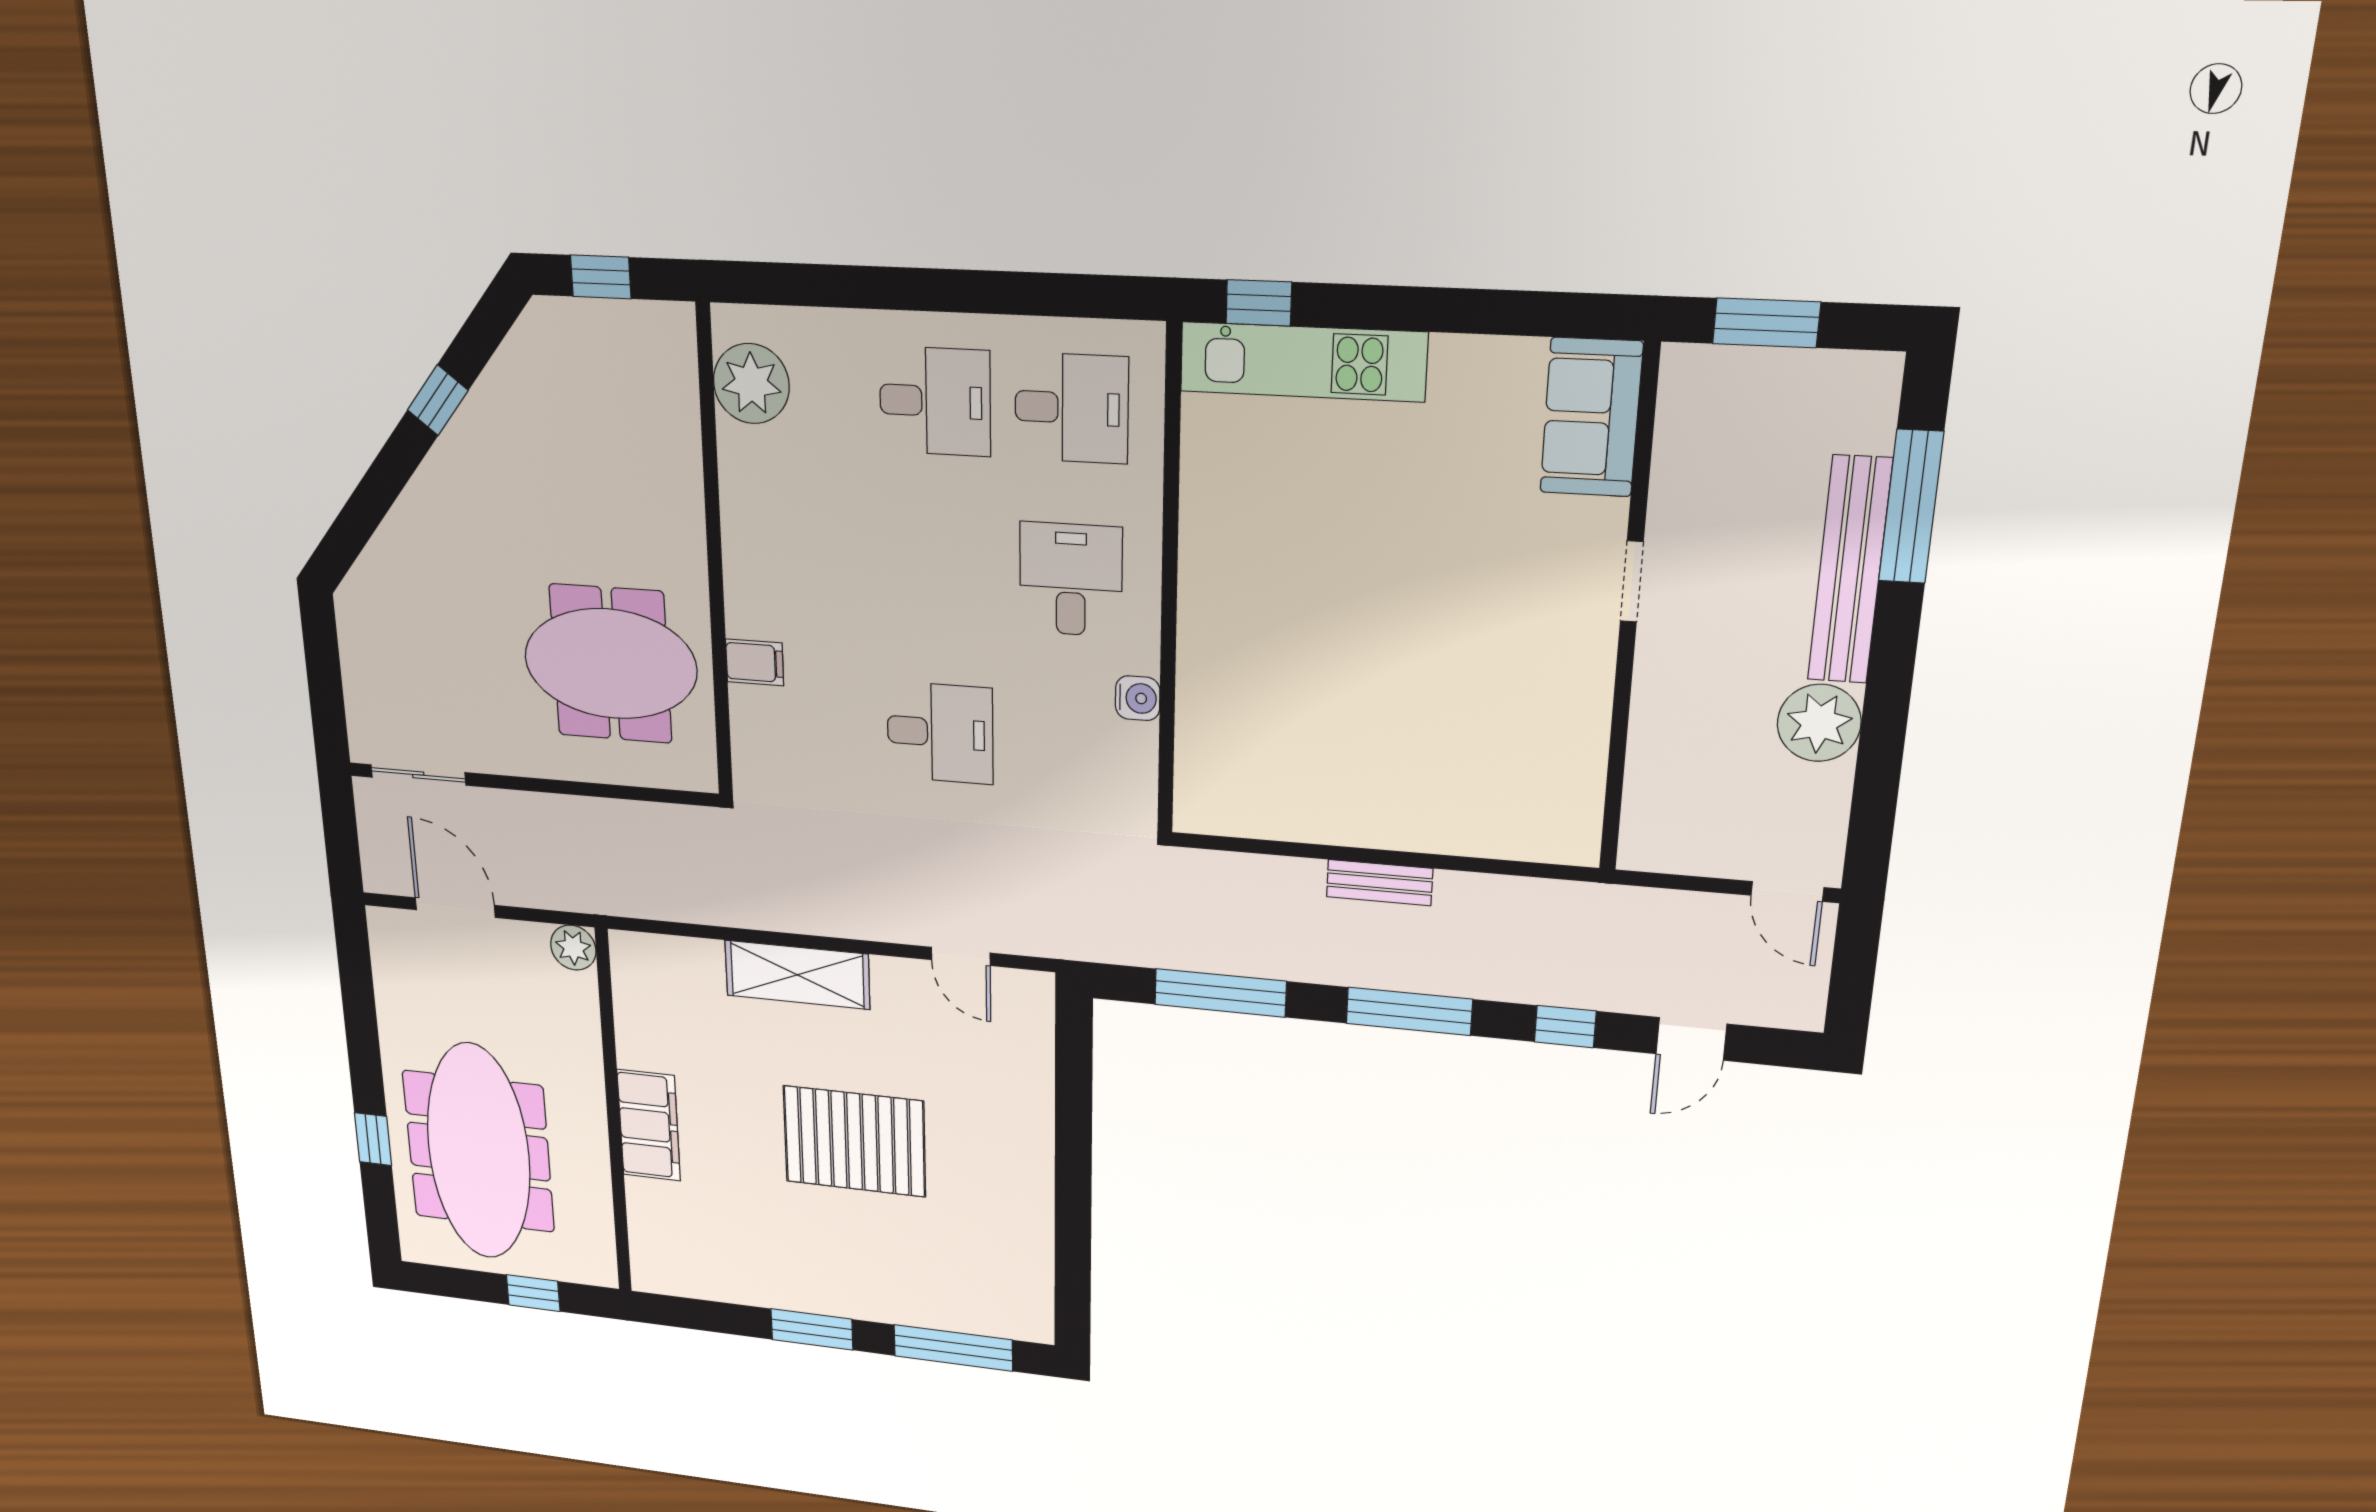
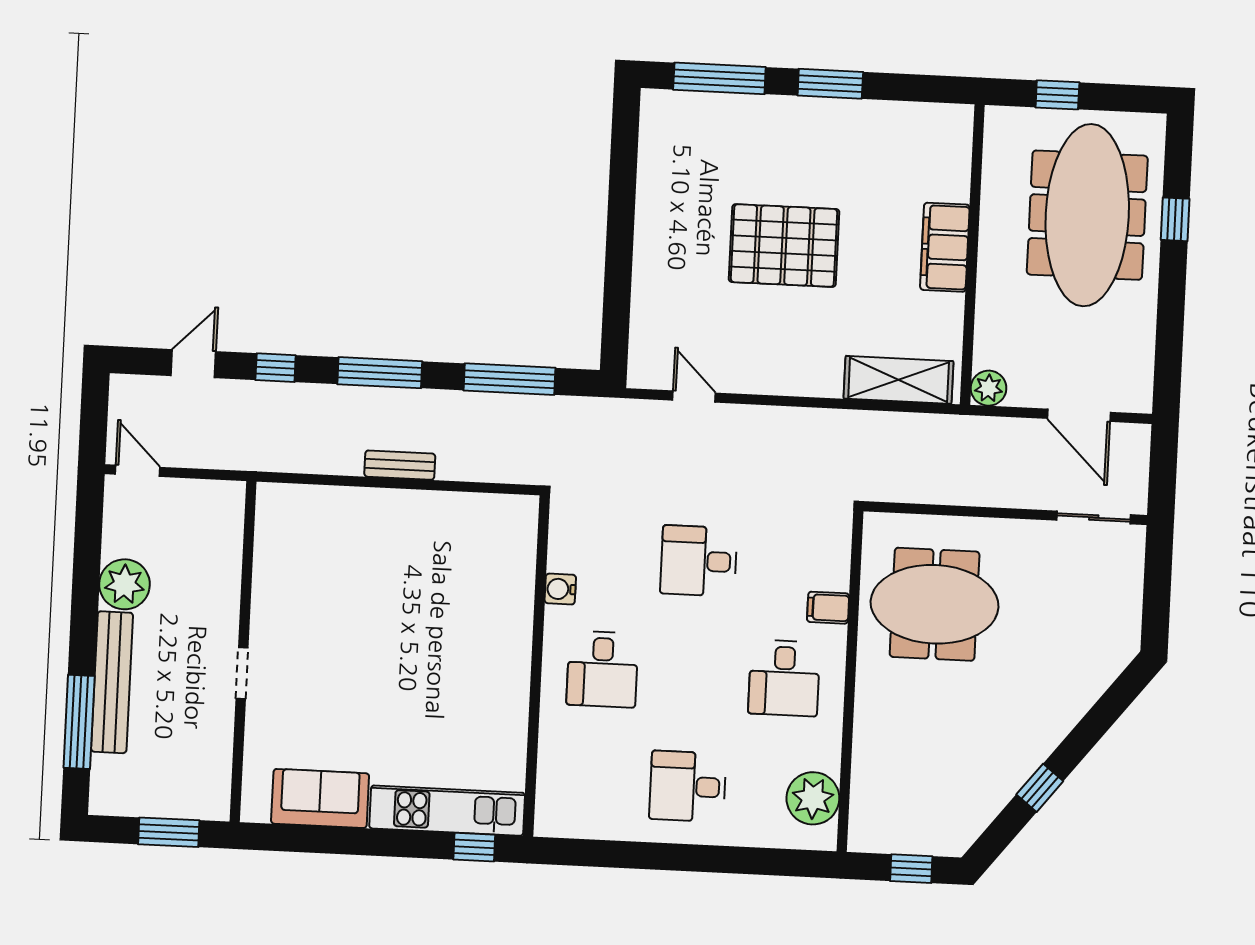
desk: (1071, 408) -> (784, 678), moved, turned -90
sofa: (1591, 417) -> (320, 798), moved, turned -90
shelving: (797, 975) -> (899, 380), moved

